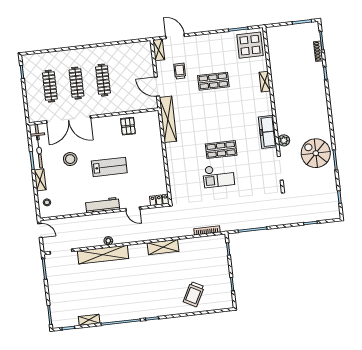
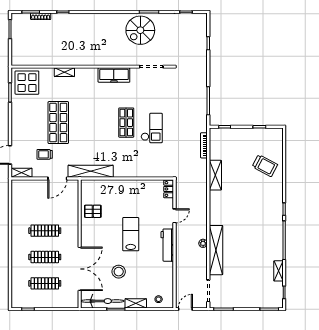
shop shelf: (213, 81) -> (58, 123), width x1.43, depth x1.36
plant: (284, 140) -> (124, 60), removed
shelving: (163, 247) -> (215, 175), moved

